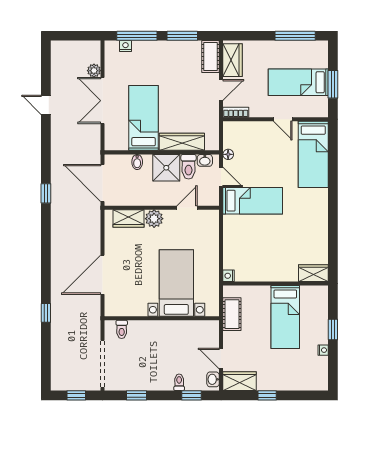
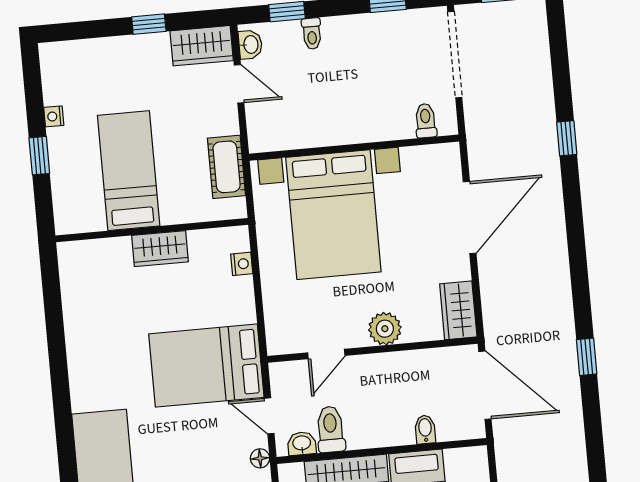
shower: (166, 168) -> (371, 424), removed
bed: (253, 201) -> (206, 366), width x1.50
wardrobe: (129, 218) -> (458, 310), moved, turned -90
wardrobe: (313, 273) -> (160, 249), moved
nightstand: (229, 276) -> (242, 264), moved
bed with nightstands: (176, 283) -> (333, 215), width x1.36

